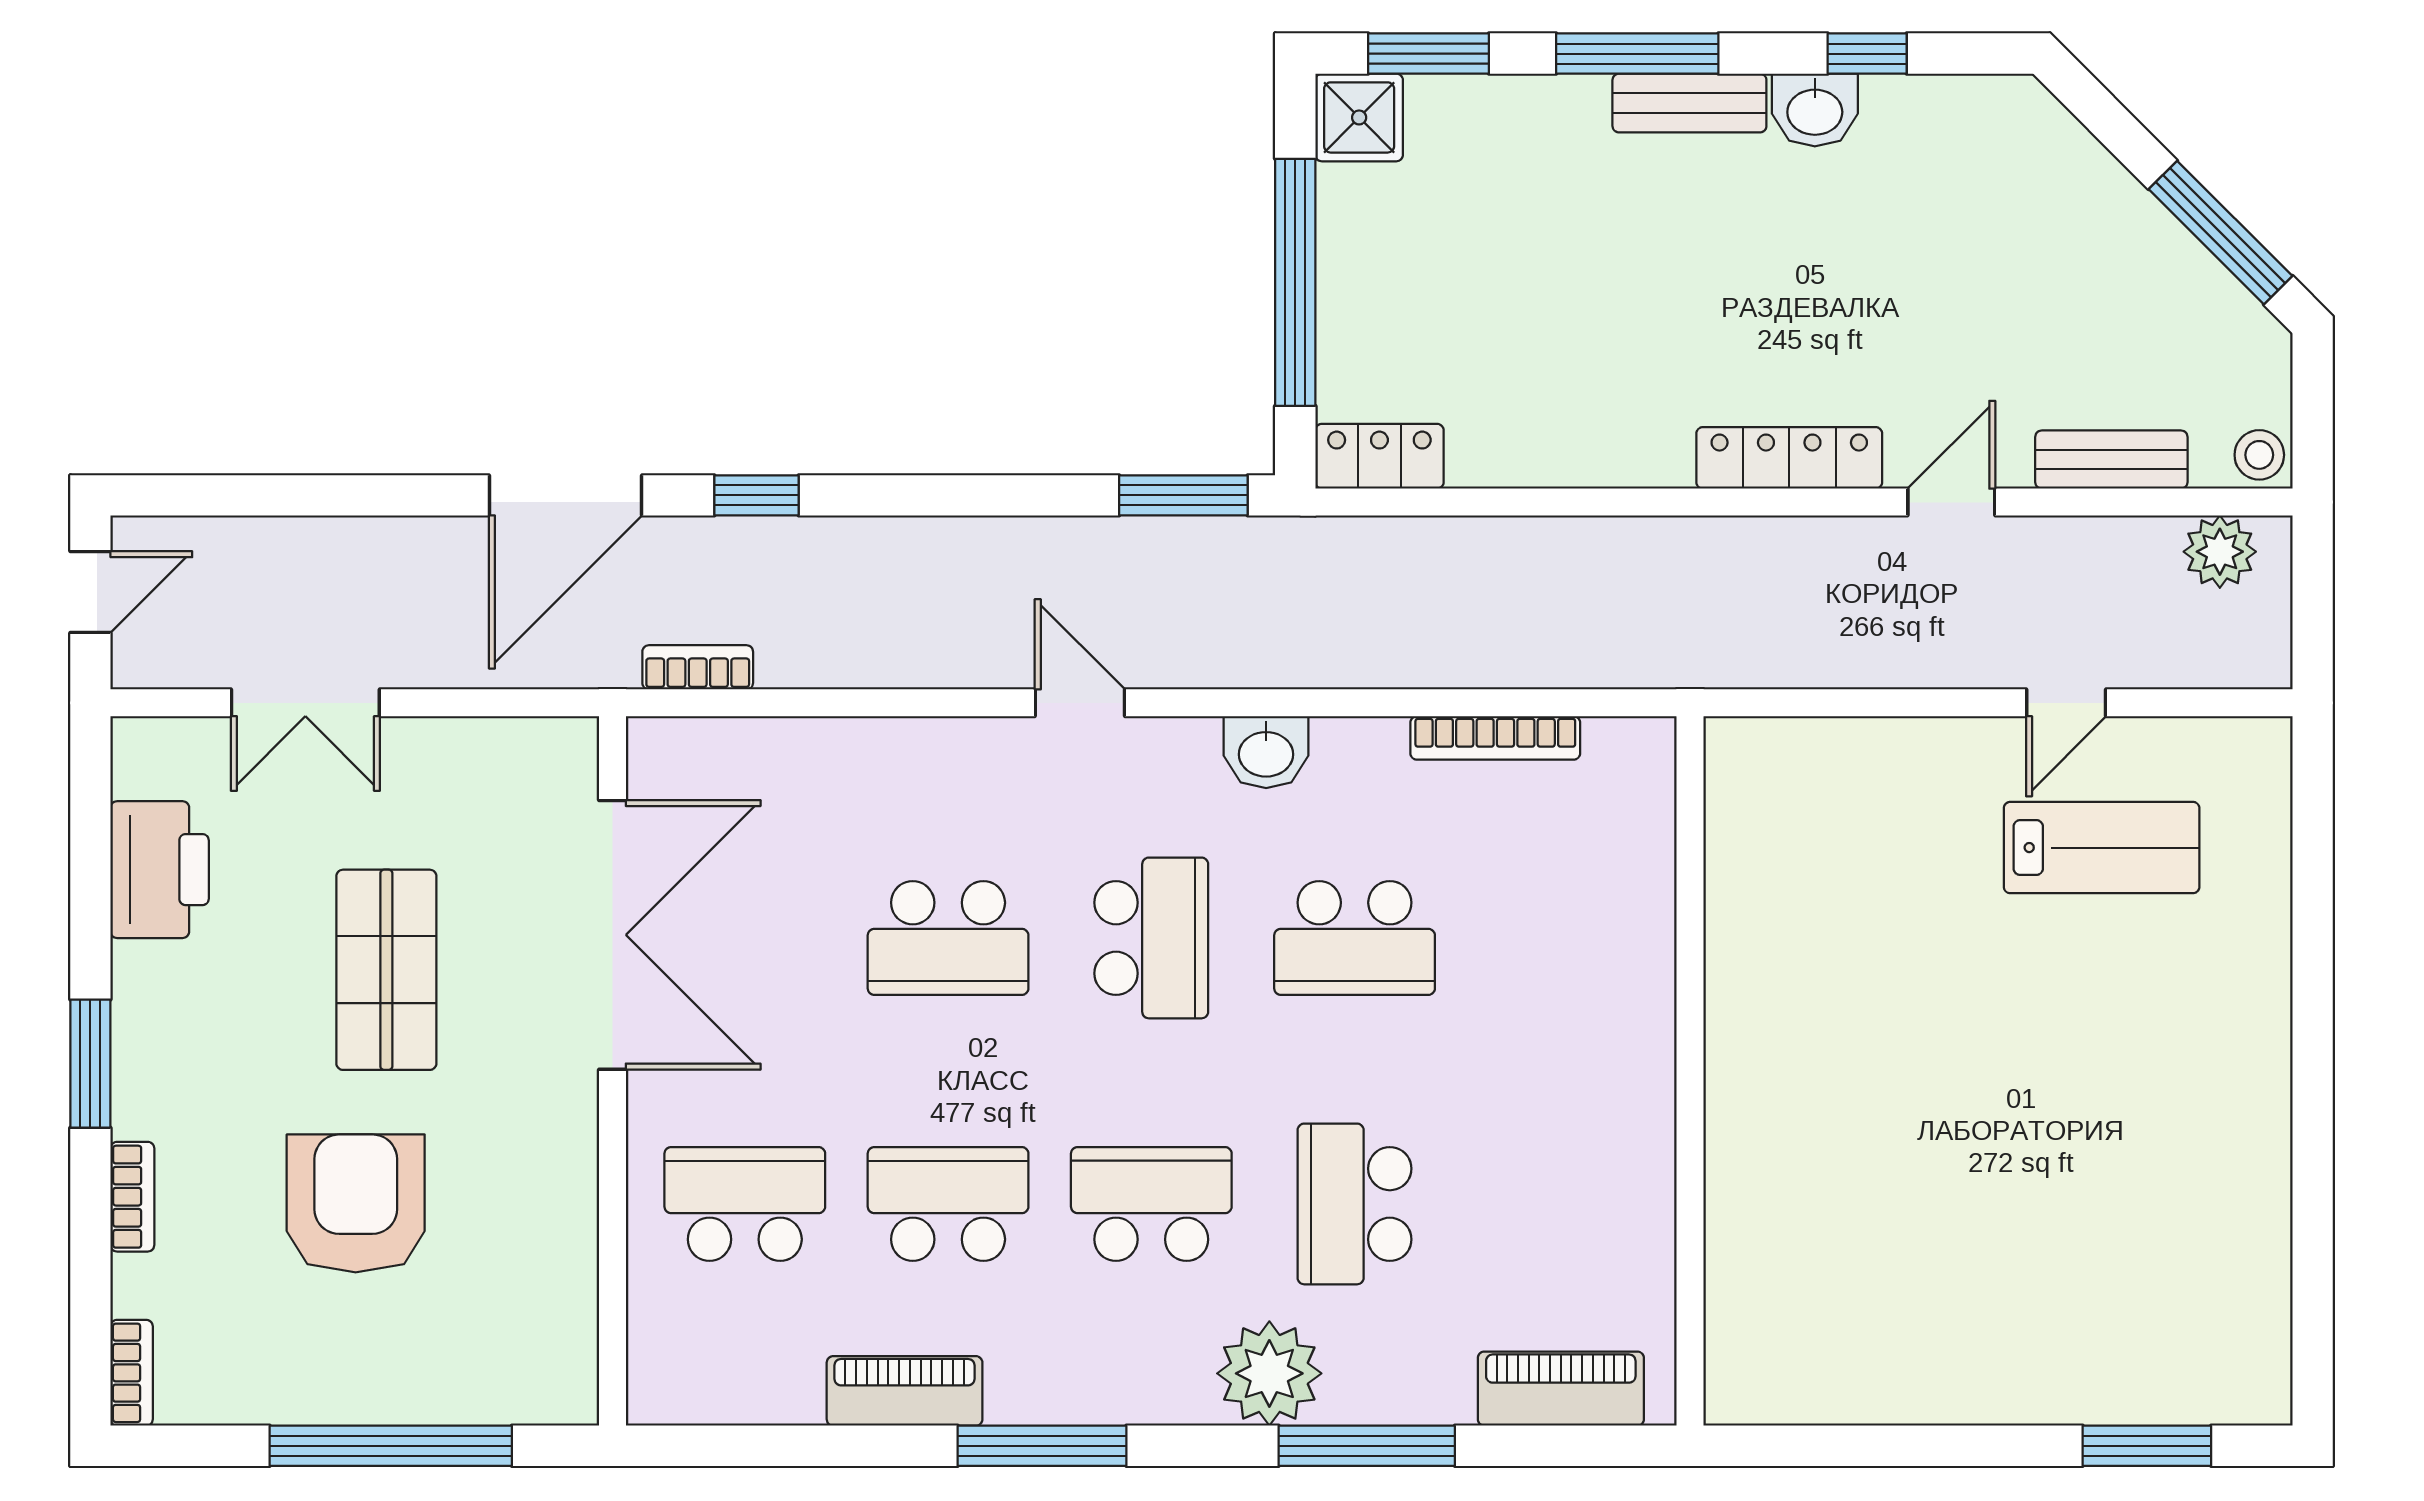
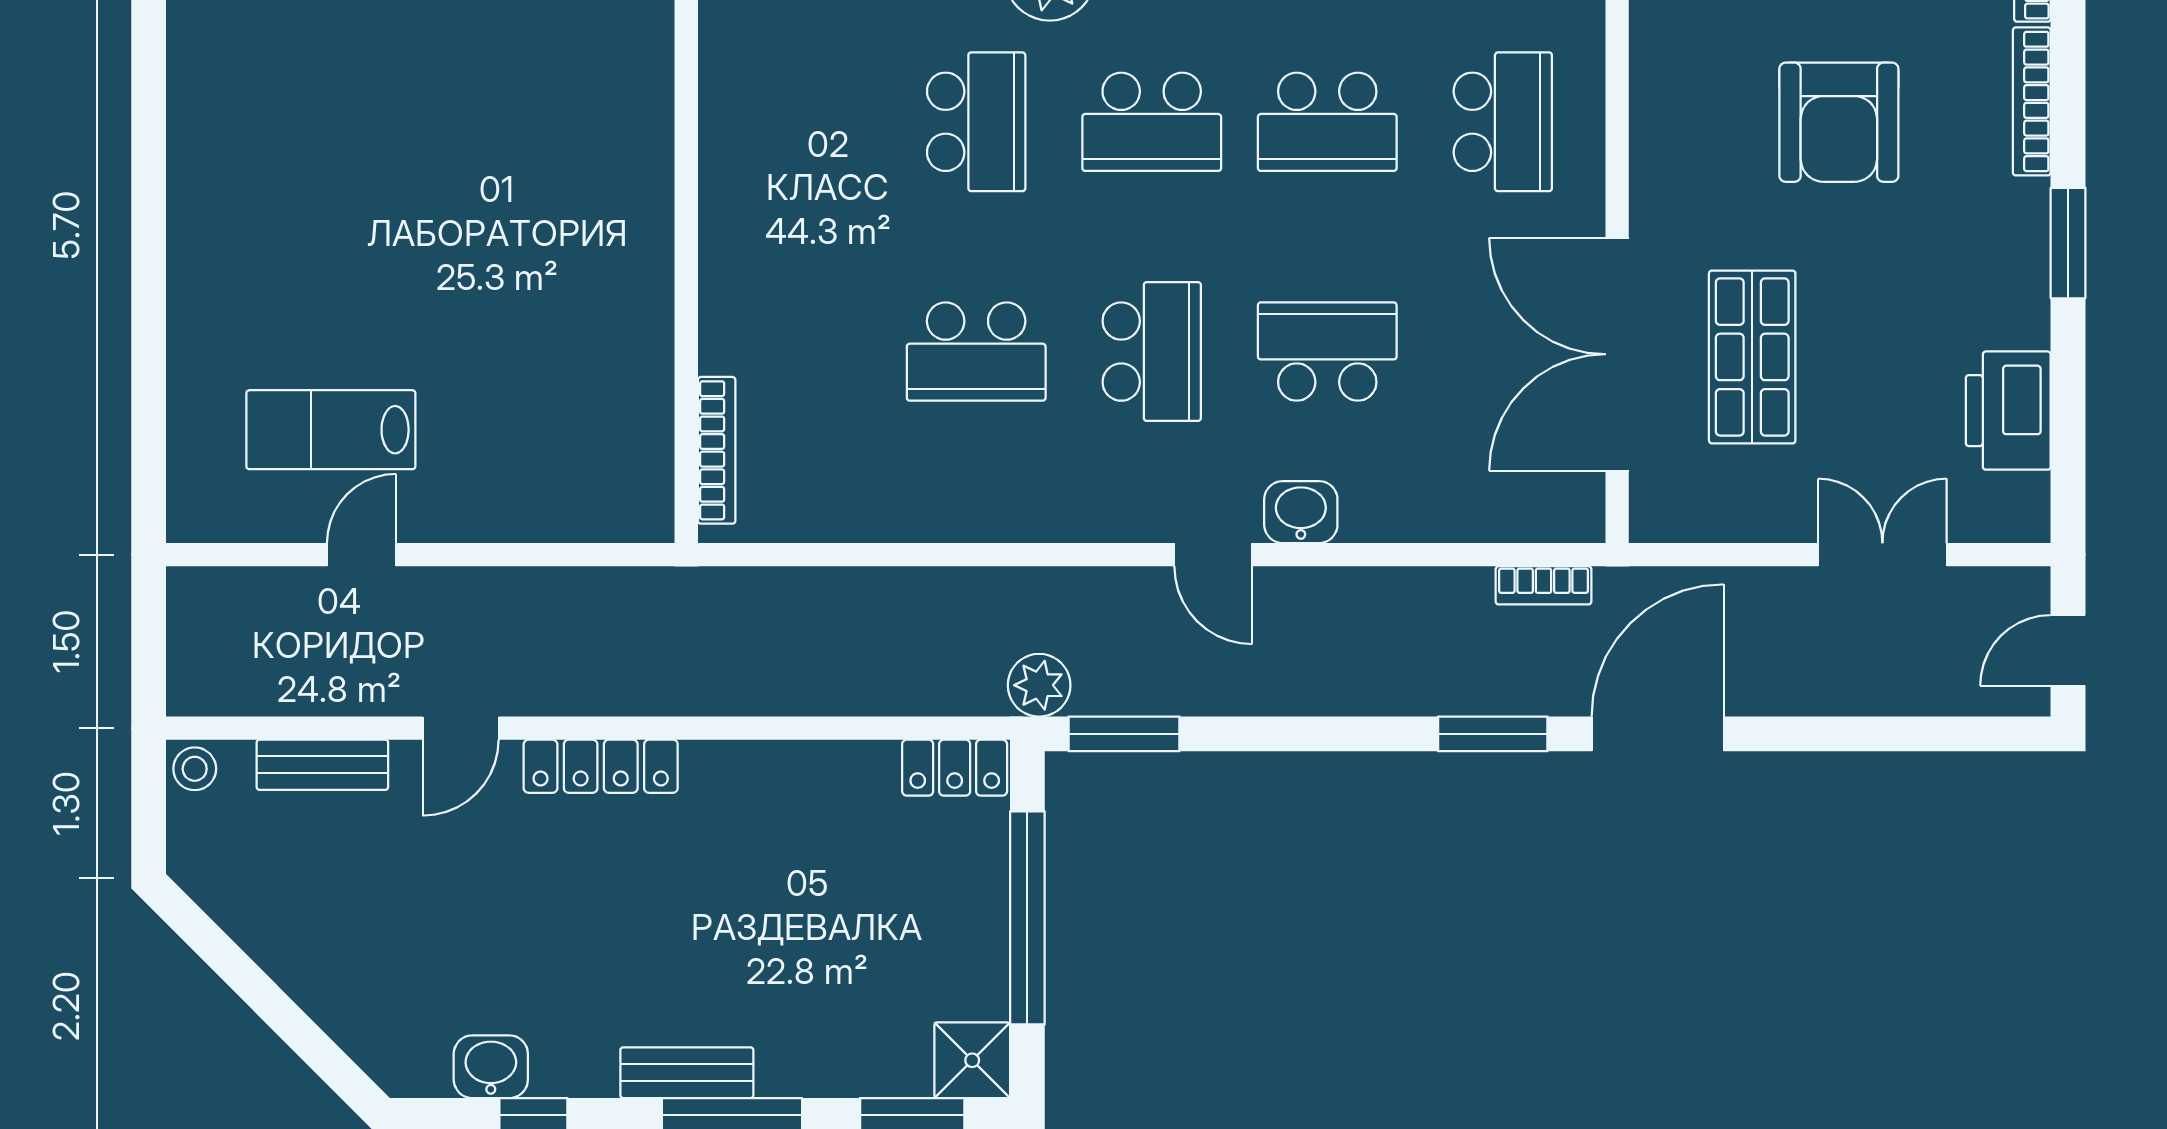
washbasin: (1815, 110) -> (491, 1067), moved
window: (2221, 233) -> (228, 961), removed
window: (756, 495) -> (1493, 734), width x1.50
plant: (2220, 552) -> (1039, 685), moved
bookcase: (1495, 738) -> (717, 450), moved, turned 90
washbasin: (1266, 752) -> (1301, 512), moved
school desk: (1151, 938) -> (1152, 352), turned 180
school desk: (1355, 938) -> (976, 352), turned 180
shop shelf: (386, 970) -> (1752, 357), moved
bookcase: (132, 1197) -> (2032, 101), width x1.56
school desk: (745, 1204) -> (1503, 122), turned -90

